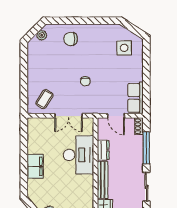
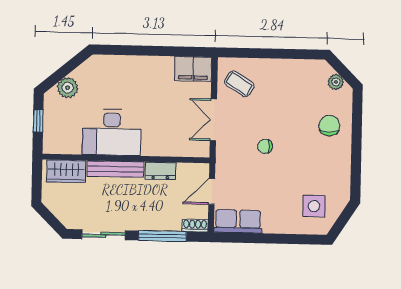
desk: (78, 155) -> (112, 132), moved
filing cabinet: (35, 166) -> (193, 69), moved

